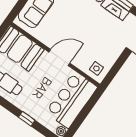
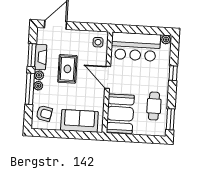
rug: (89, 26) -> (67, 69), added

